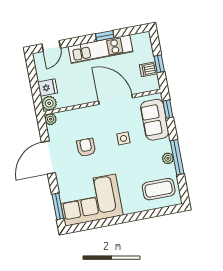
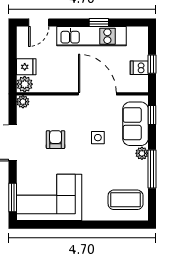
plant: (168, 158) -> (142, 153), moved

